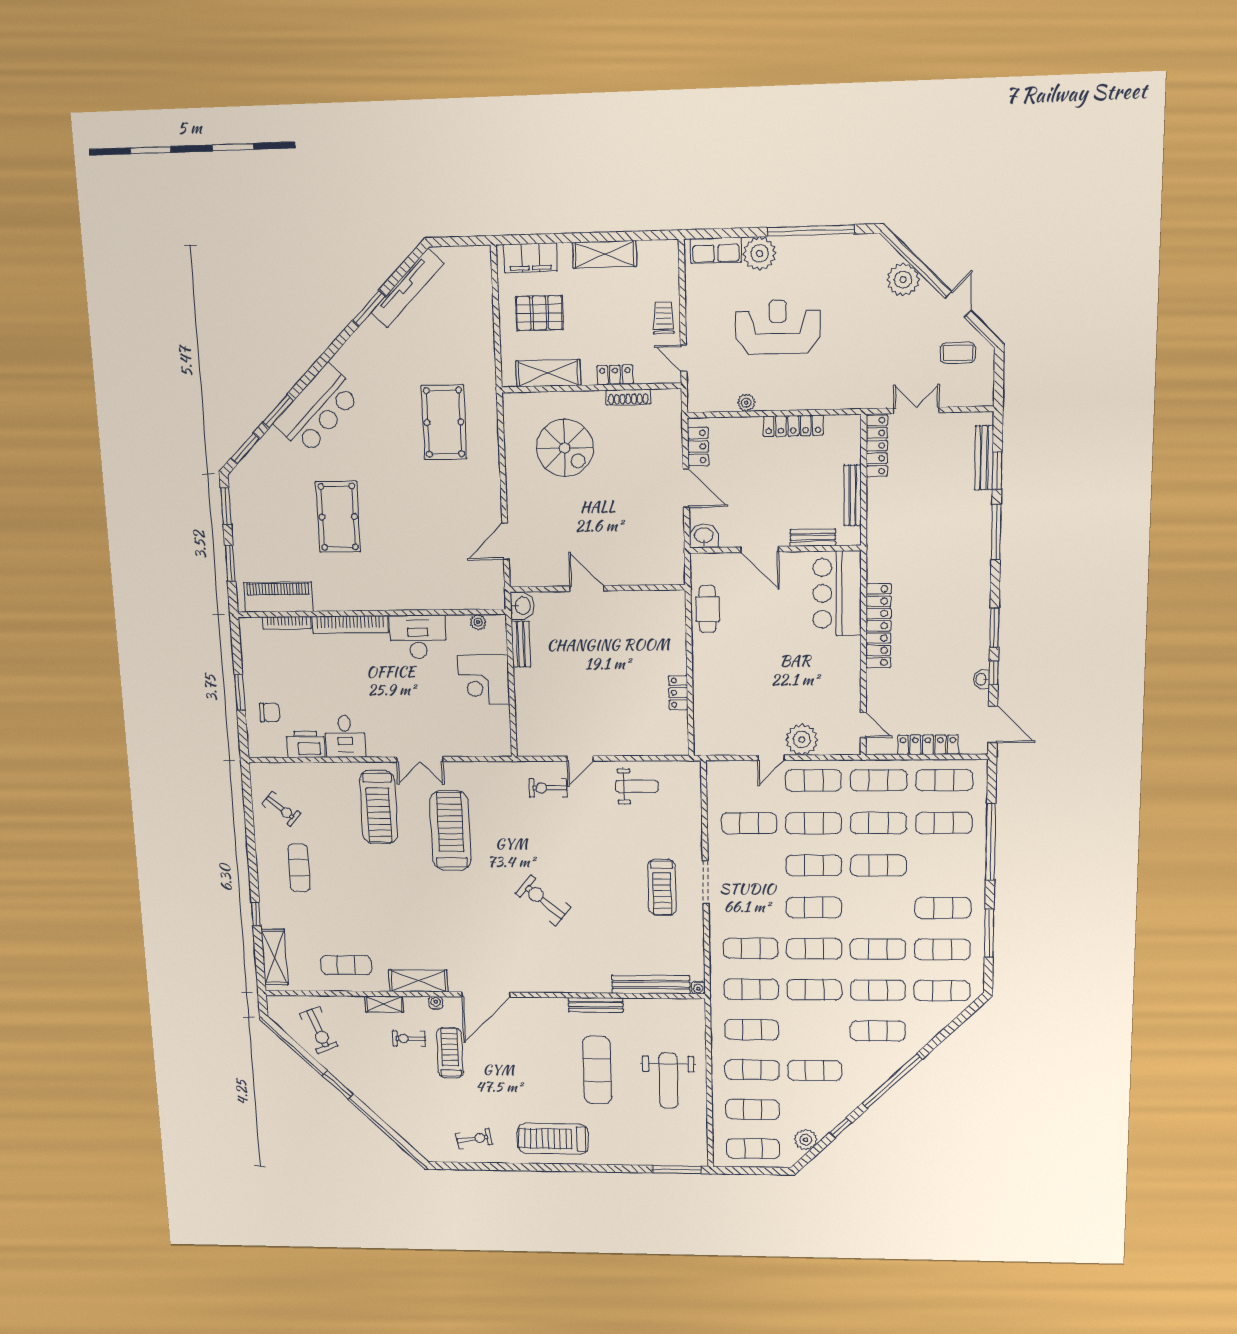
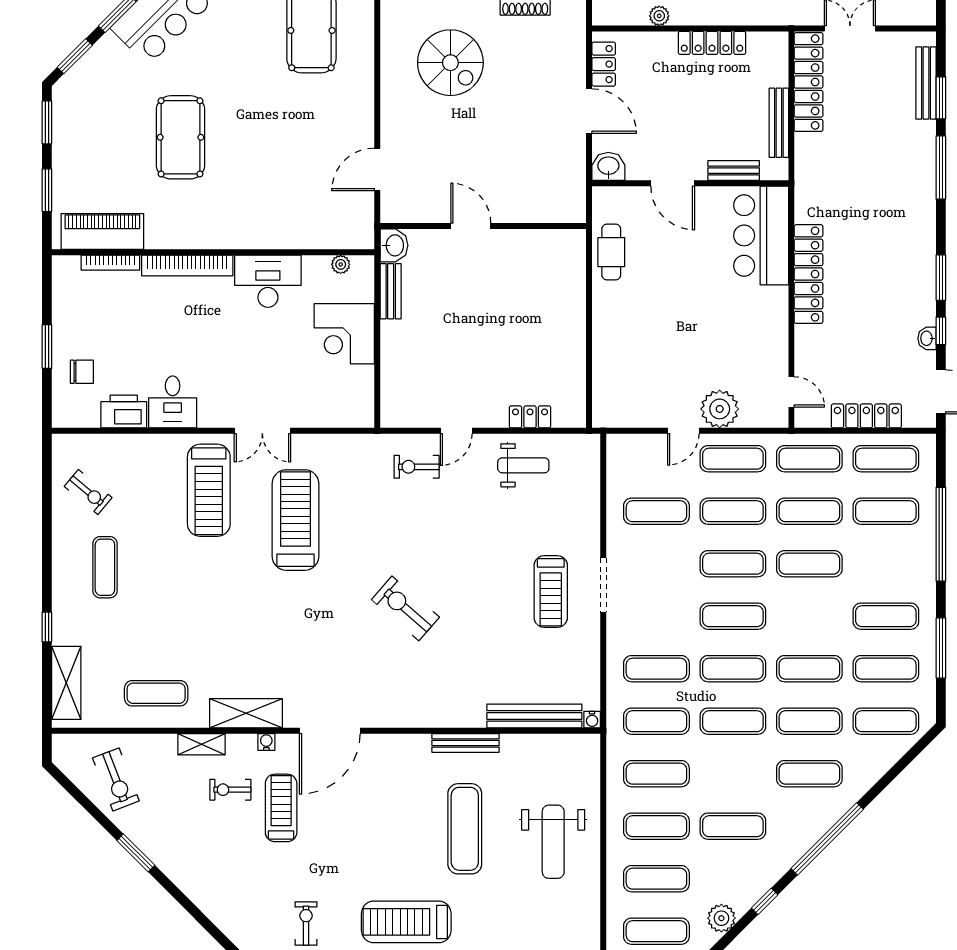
locker: (877, 446) -> (809, 82), width x1.41, depth x1.21
locker: (678, 693) -> (530, 417), moved, turned 90
exercise bike: (474, 1139) -> (306, 923), turned -80

